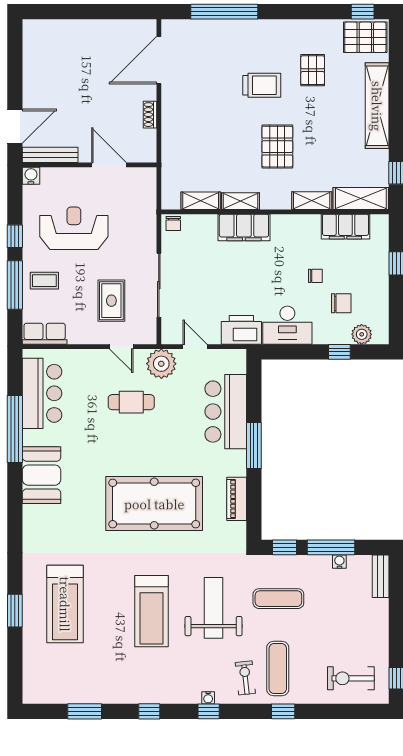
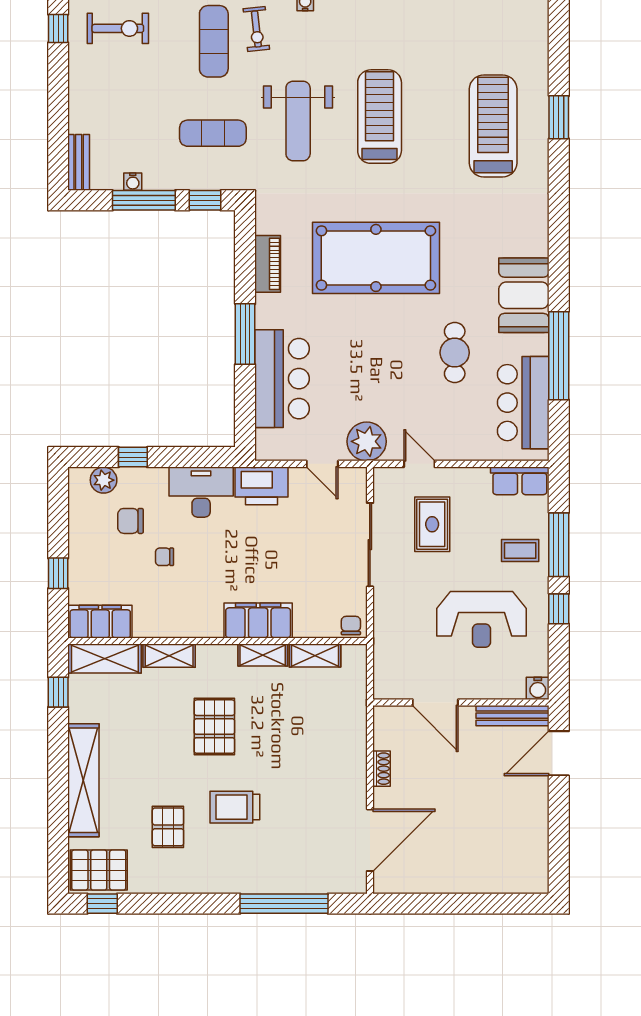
filing cabinet: (345, 227) -> (100, 622), moved
cafe table: (131, 402) -> (455, 353), moved, turned 90

